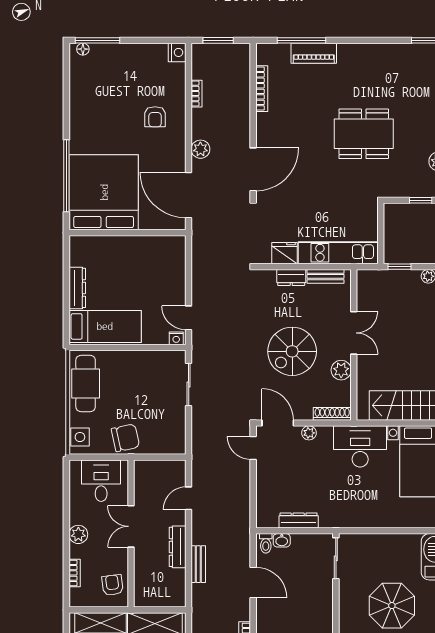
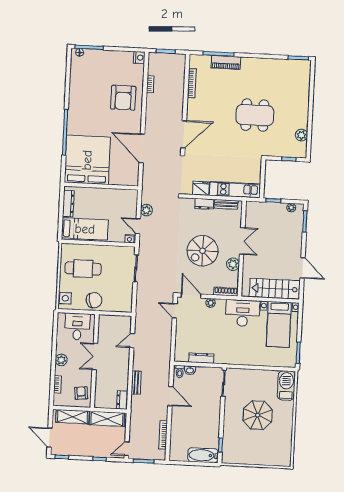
armchair: (155, 117) -> (123, 98), width x1.88, depth x1.88
plant: (200, 149) -> (146, 210), moved
bed: (104, 192) -> (87, 160), moved
wall: (127, 233) -> (101, 186), moved
cafe table: (86, 383) -> (83, 269), moved, turned 90
dresser: (178, 547) -> (122, 400), moved, width x0.70

